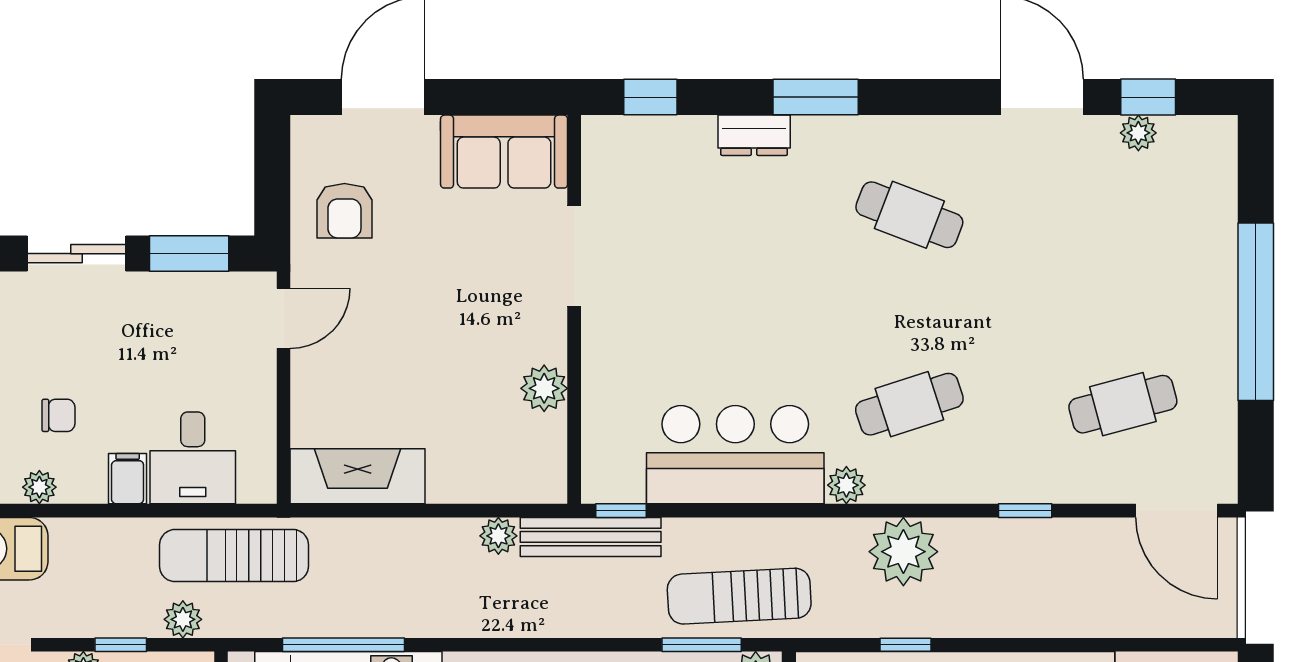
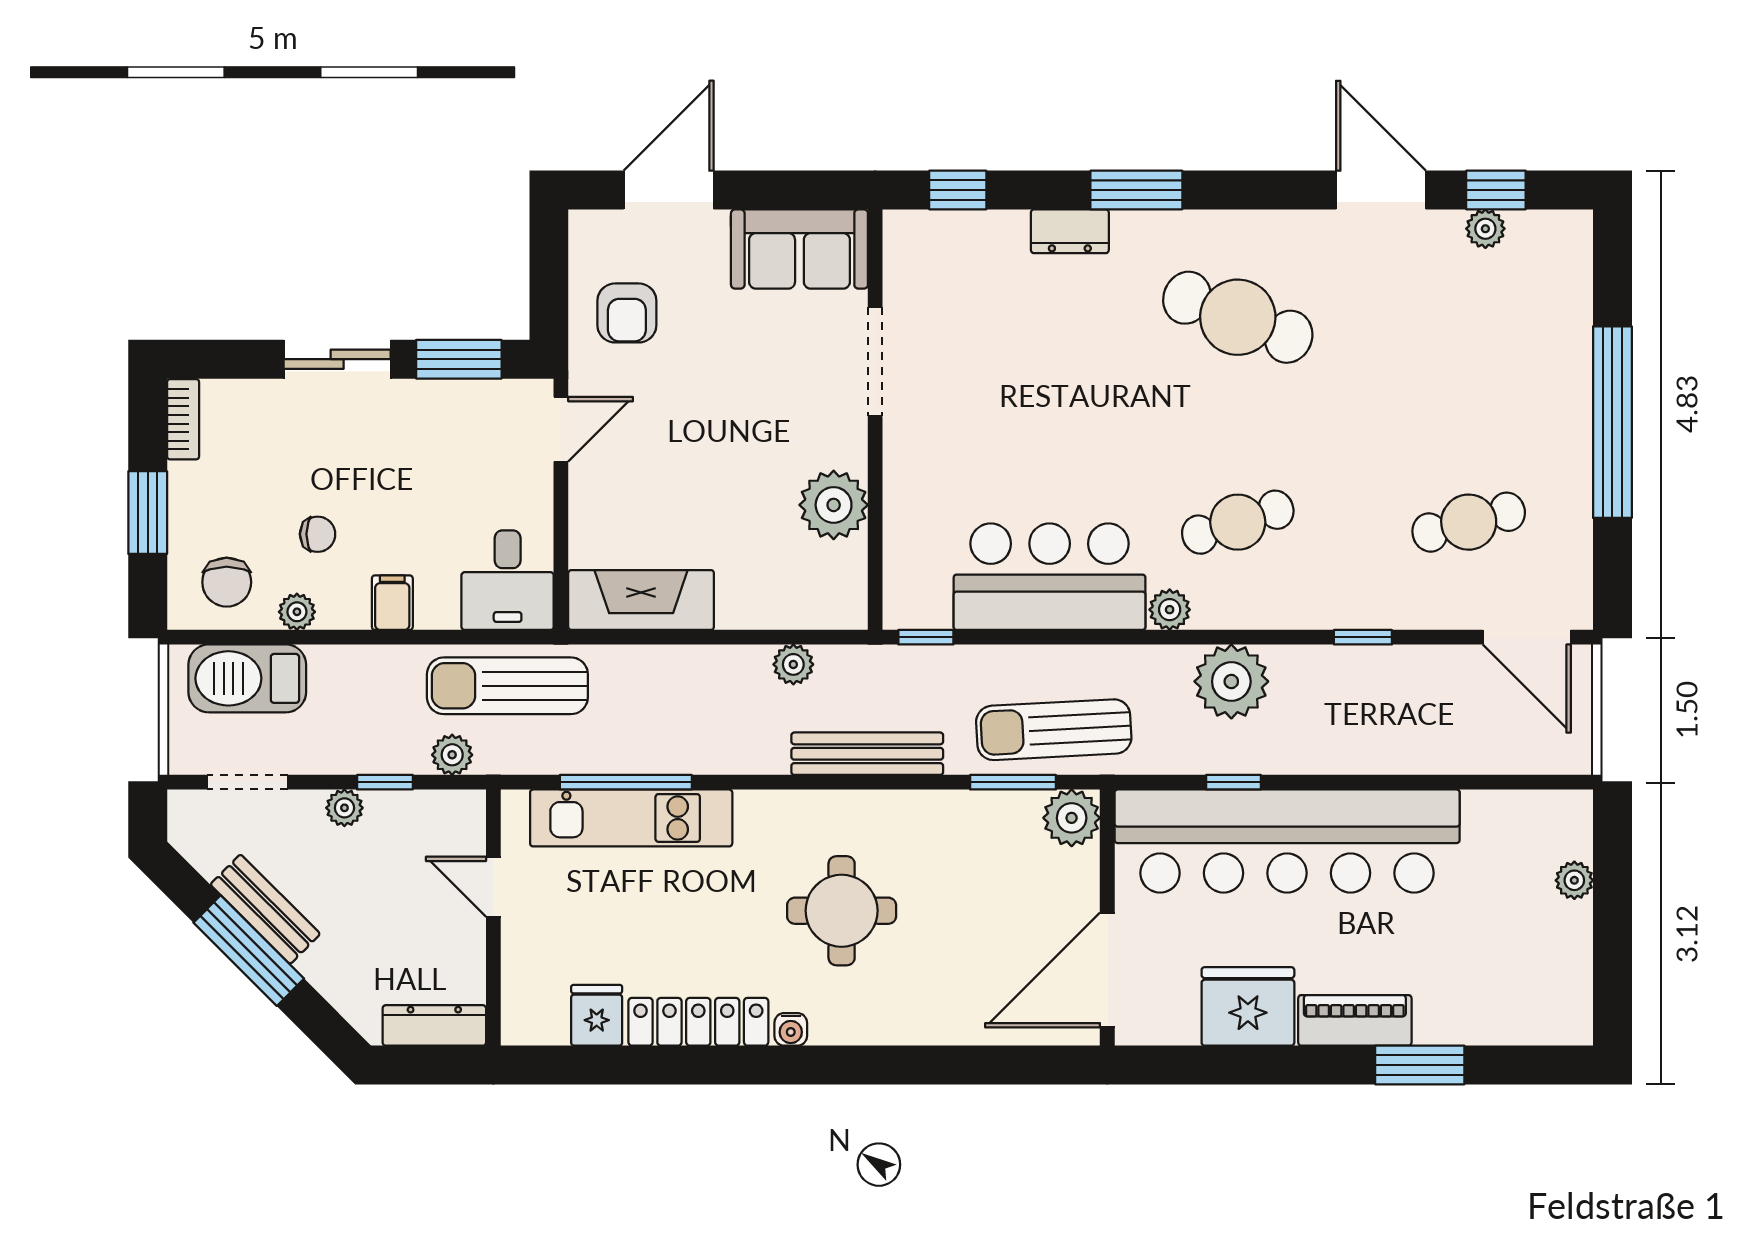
cafe table: (909, 215) -> (1238, 317), width x1.37, depth x1.35
plant: (544, 388) -> (834, 505), width x1.36, depth x1.36
desk: (193, 458) -> (508, 580), moved
bench: (591, 537) -> (867, 754), moved

